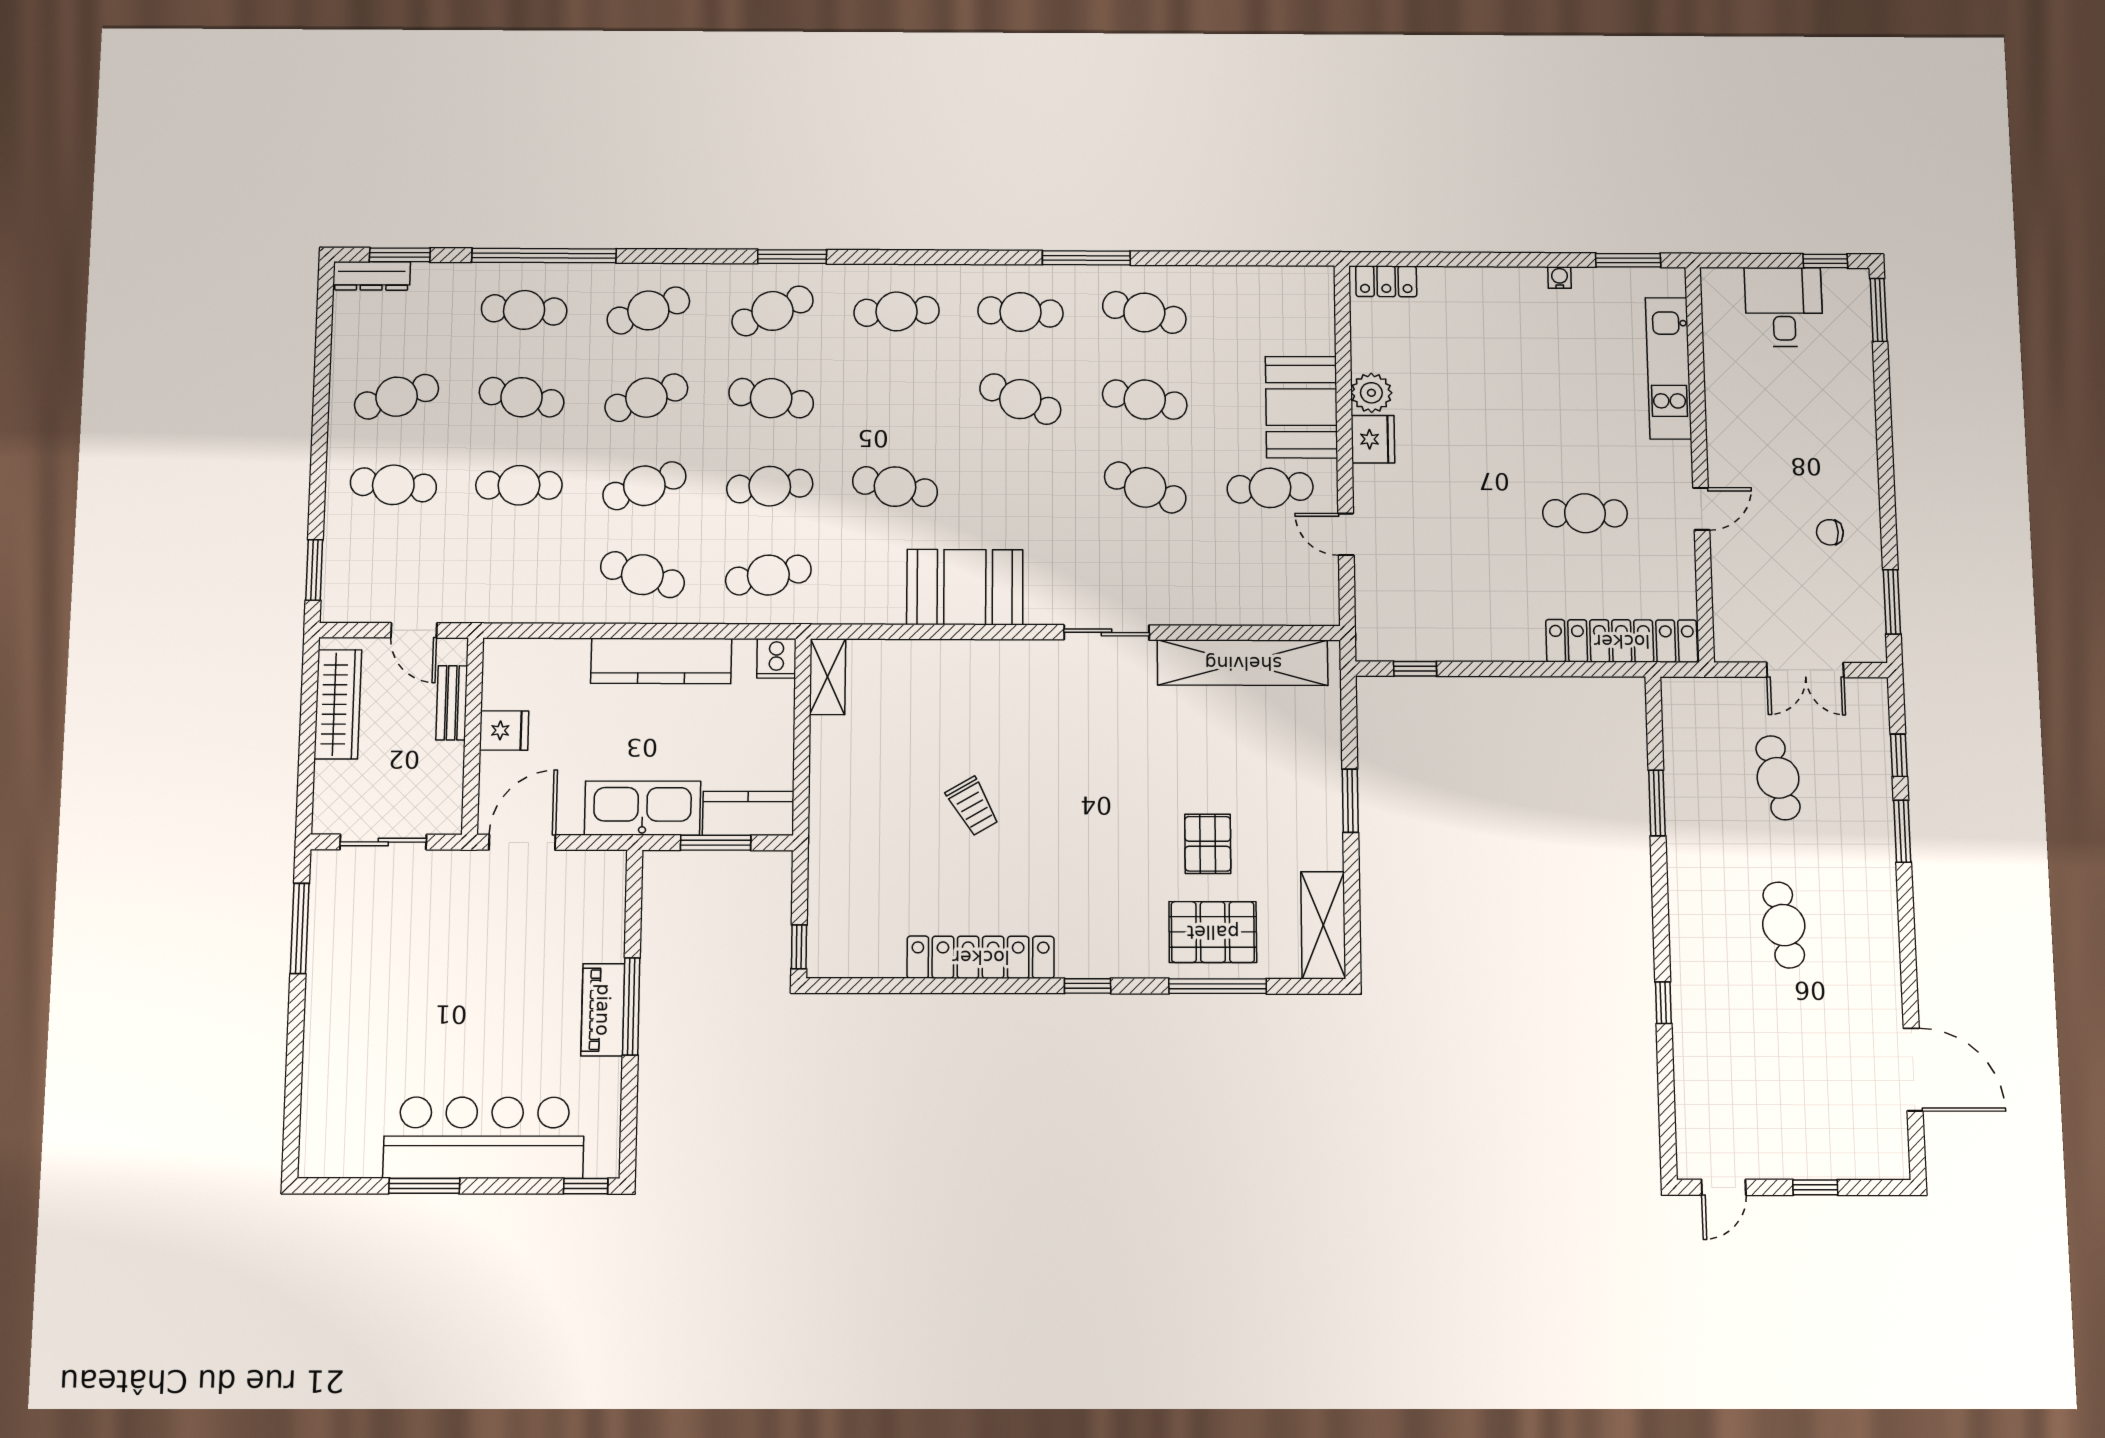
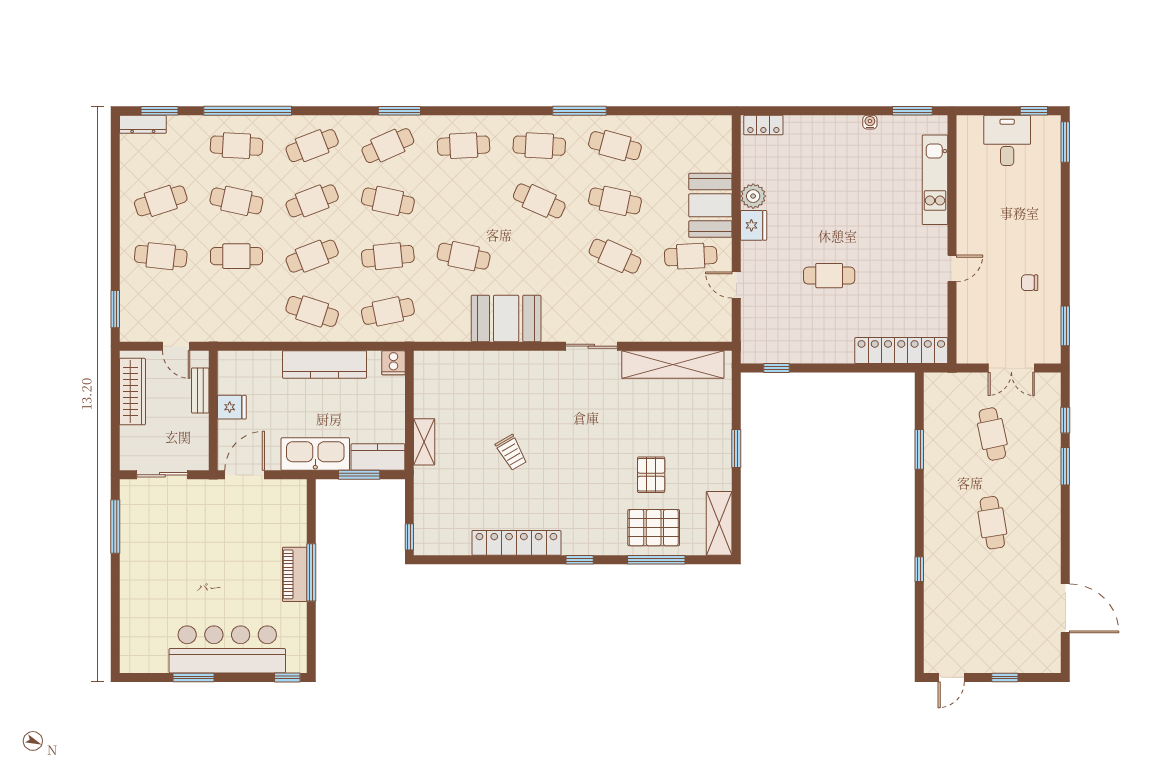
cafe table: (1585, 513) -> (829, 276), moved
shelving: (828, 677) -> (424, 442), moved

